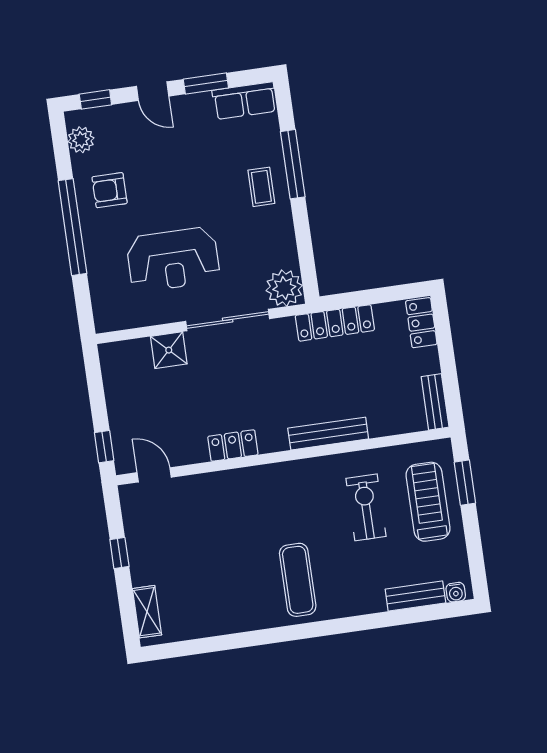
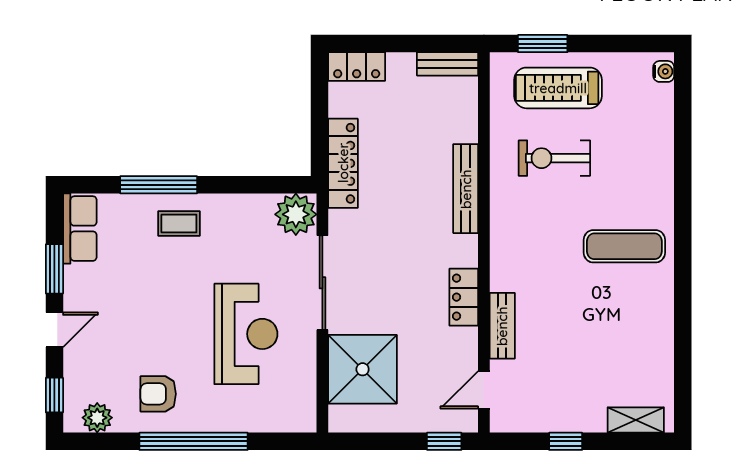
armchair: (110, 190) -> (158, 394), turned 90
shower: (169, 350) -> (363, 369), width x1.86, depth x1.86
bench: (415, 596) -> (502, 326), moved

